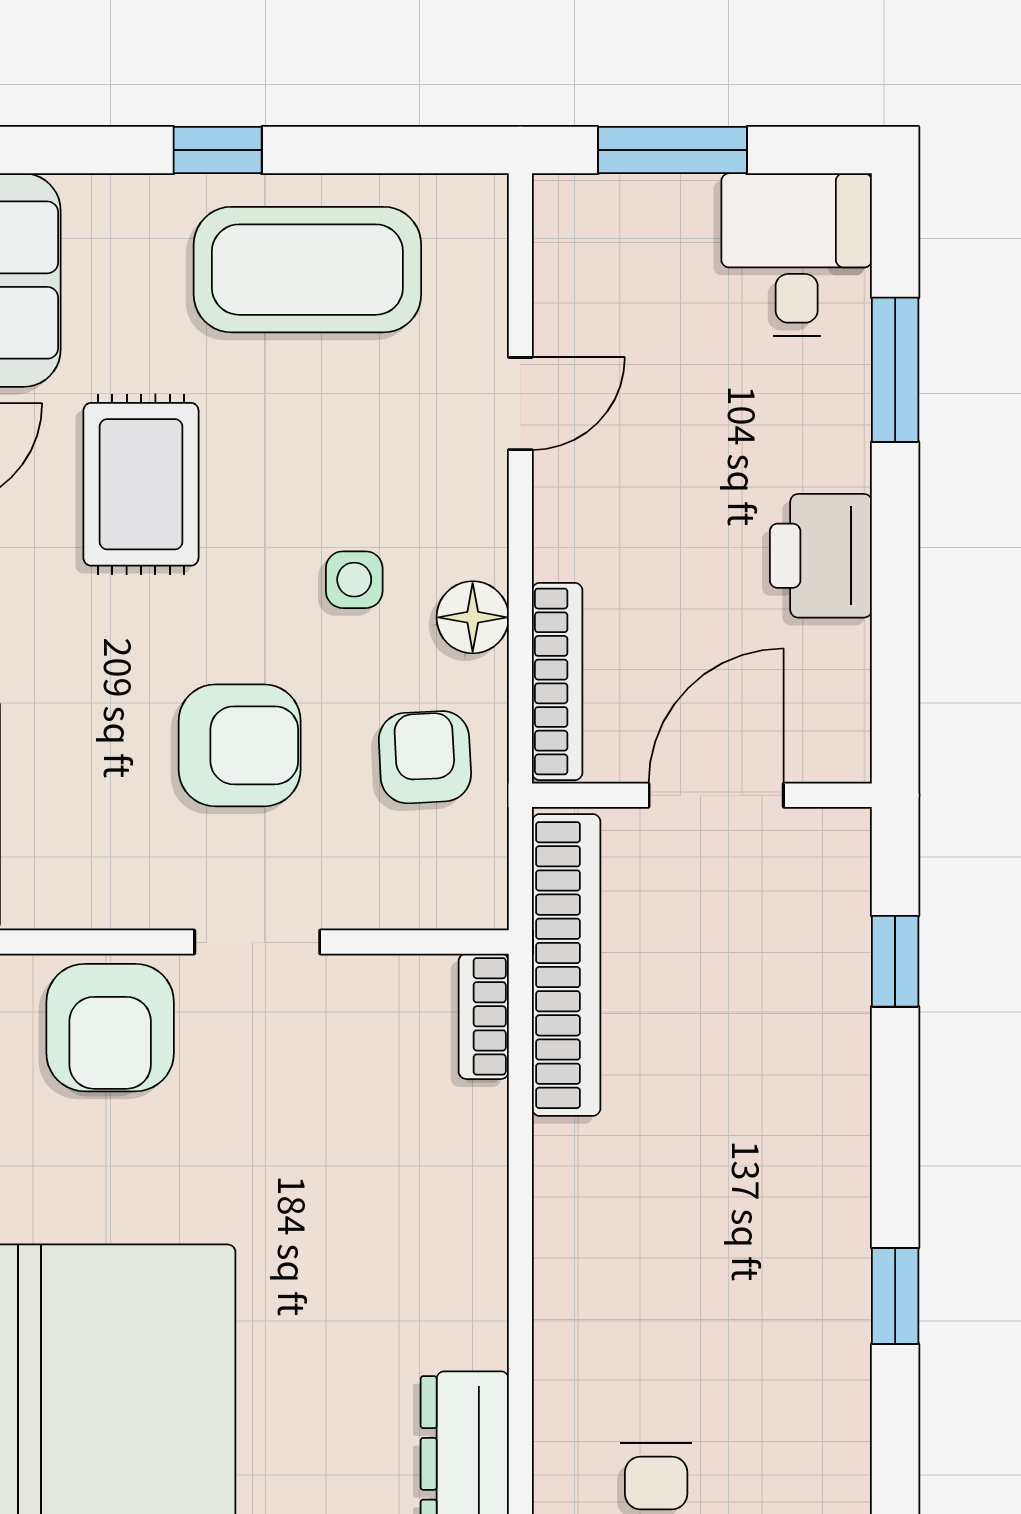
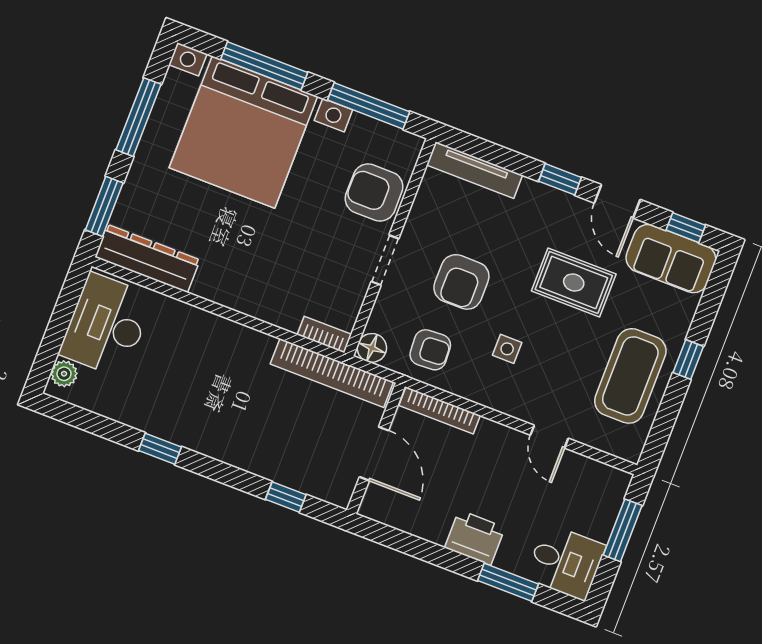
printer: (821, 556) -> (475, 538), moved
floor lamp: (473, 617) -> (372, 348), moved

